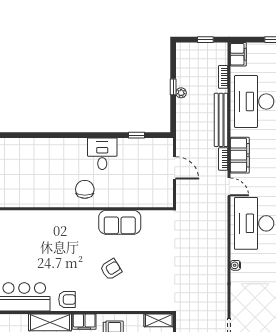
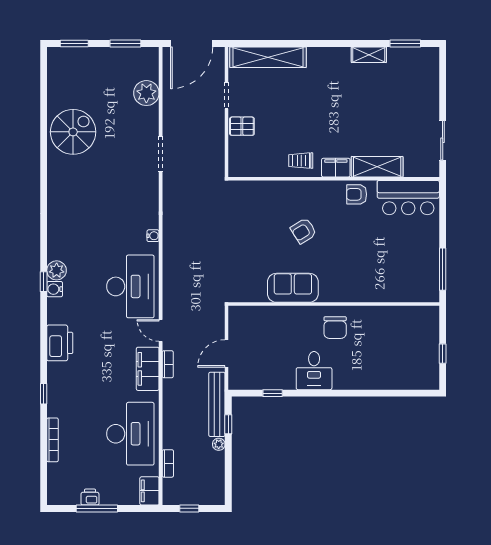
window: (173, 87) -> (228, 424), moved
bench: (221, 120) -> (217, 404), moved
door: (175, 168) -> (227, 354), hinge flipped
shelving: (159, 320) -> (246, 169), removed

